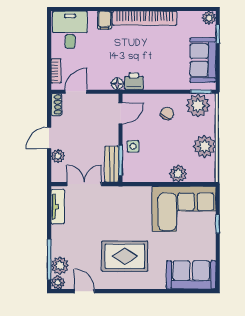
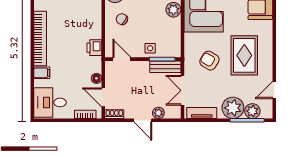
floor lamp: (117, 84) -> (96, 78), moved
armchair: (119, 216) -> (209, 61), added
plant: (58, 282) -> (233, 108), moved, width x1.88, depth x1.88

